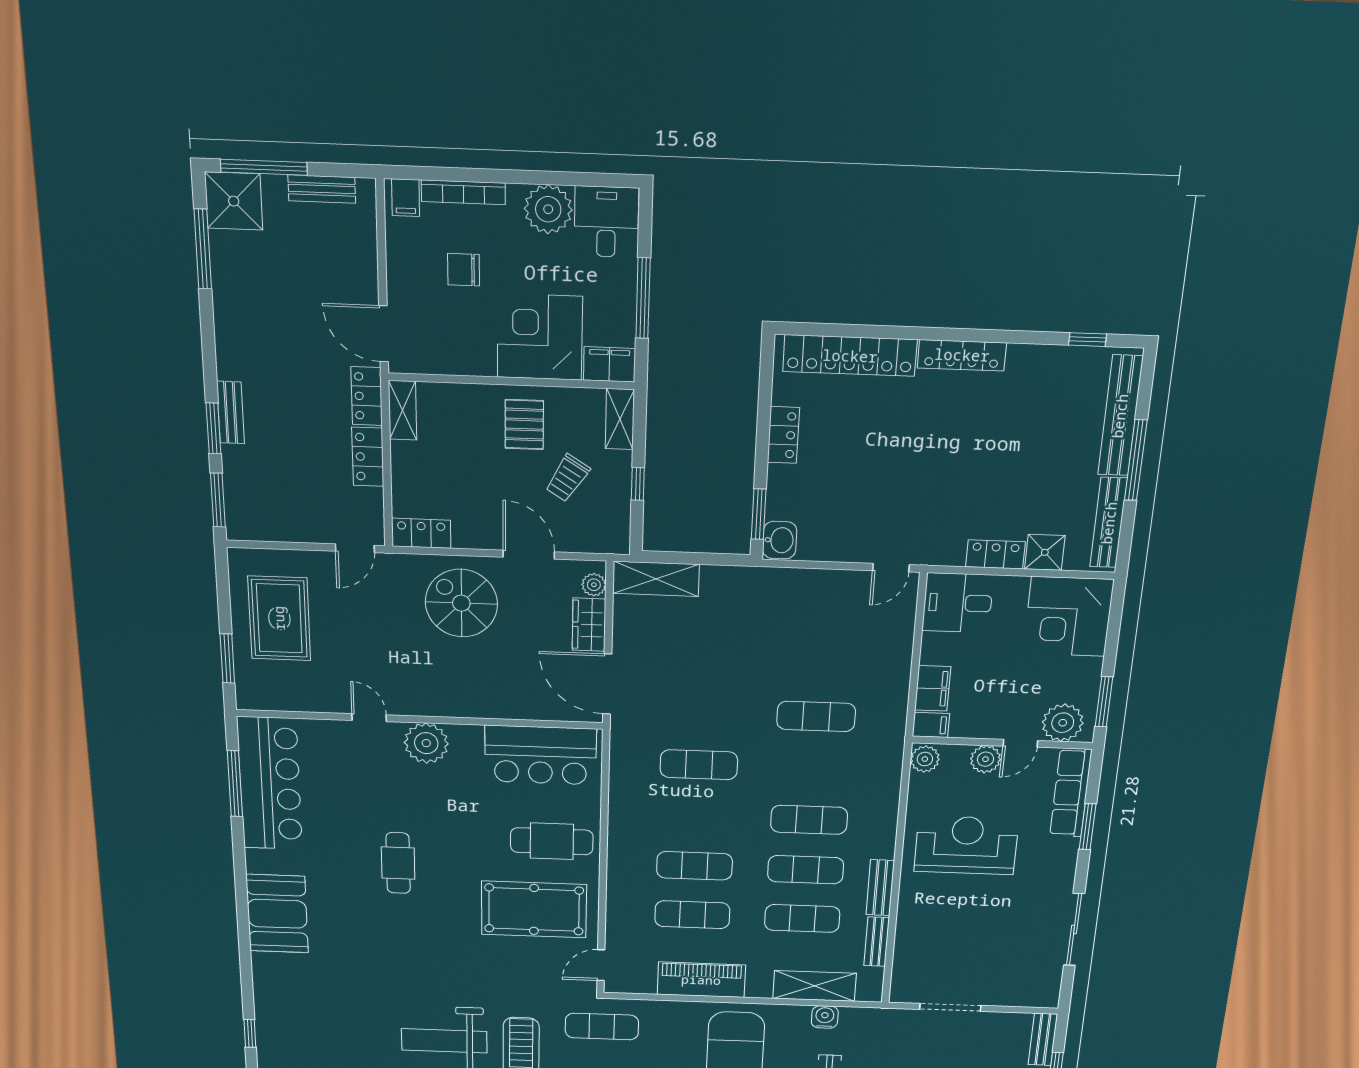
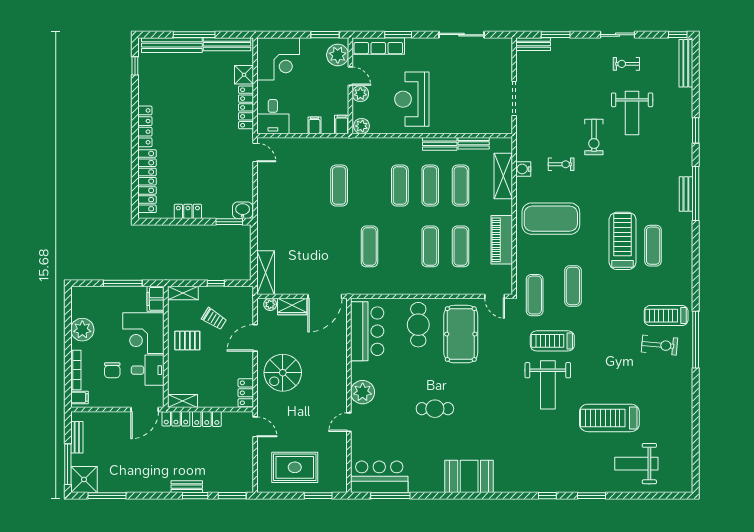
desk: (606, 222) -> (148, 370), moved, turned 180
locker: (995, 554) -> (246, 107), width x1.53
filing cabinet: (933, 688) -> (314, 125), width x0.50
bar counter: (270, 784) -> (379, 477), width x0.73

